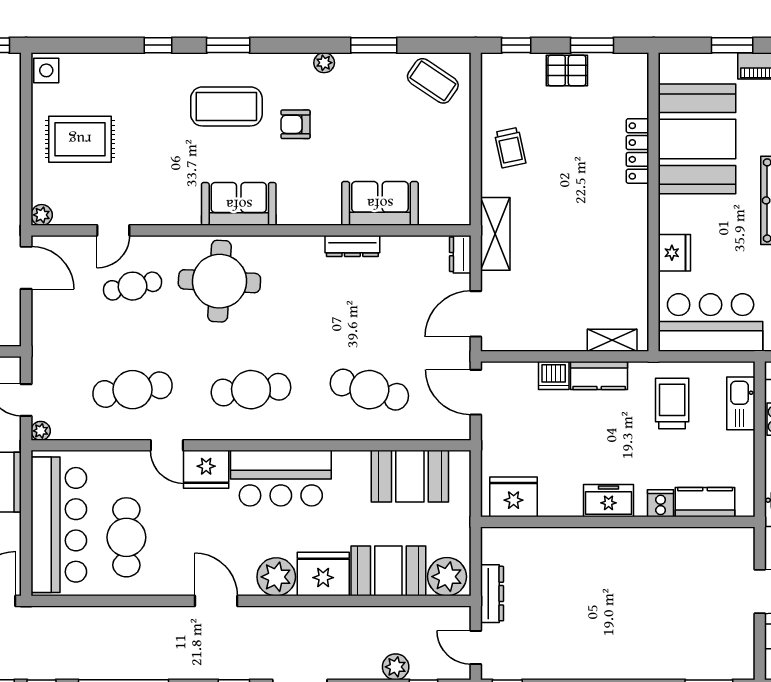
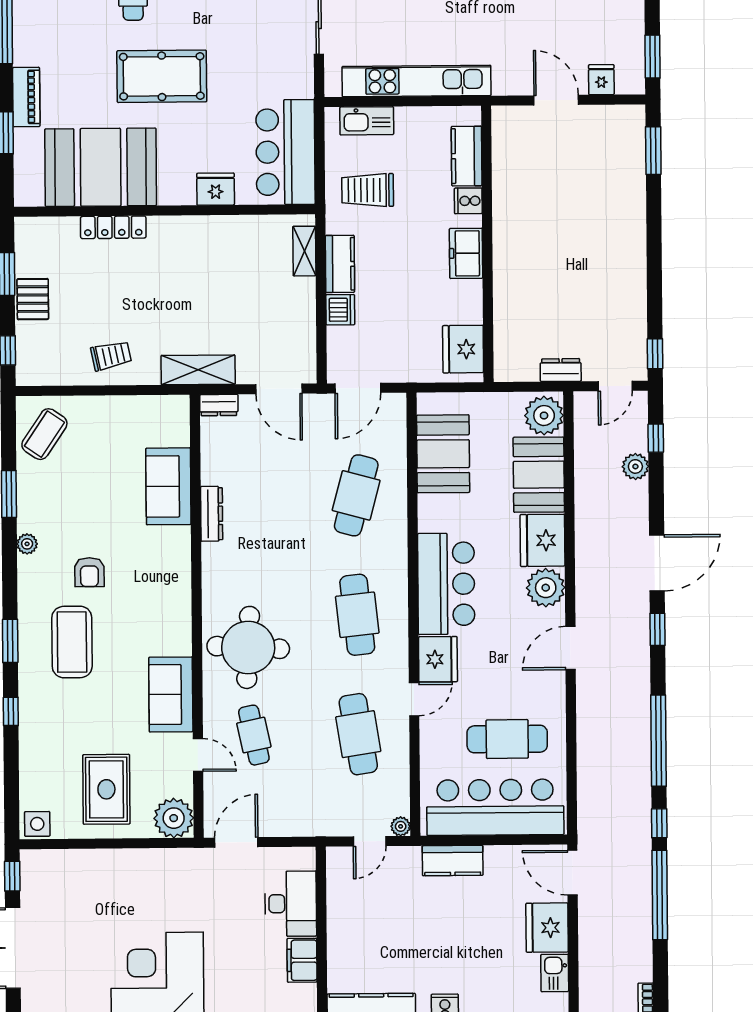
sofa: (239, 204) -> (171, 695), moved
plant: (42, 215) -> (174, 818), width x1.88, depth x1.88
dresser: (492, 594) -> (561, 370), width x0.70

